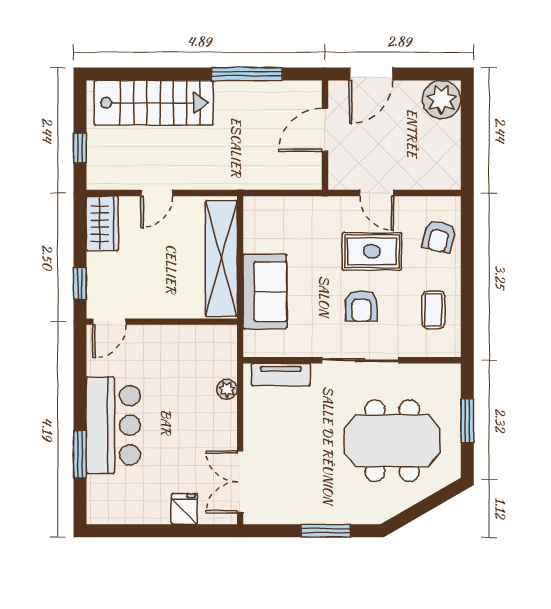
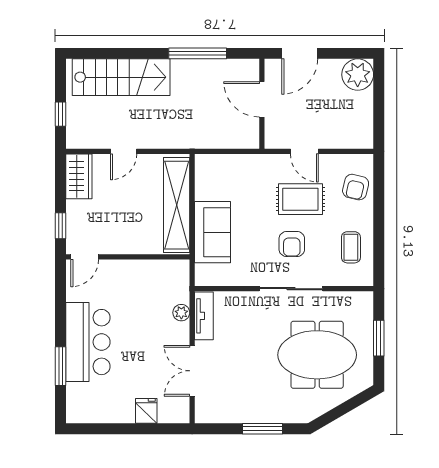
door: (325, 130) -> (262, 99), hinge flipped
tv unit: (281, 374) -> (204, 316), moved, turned -90
double door: (240, 482) -> (192, 371), moved

